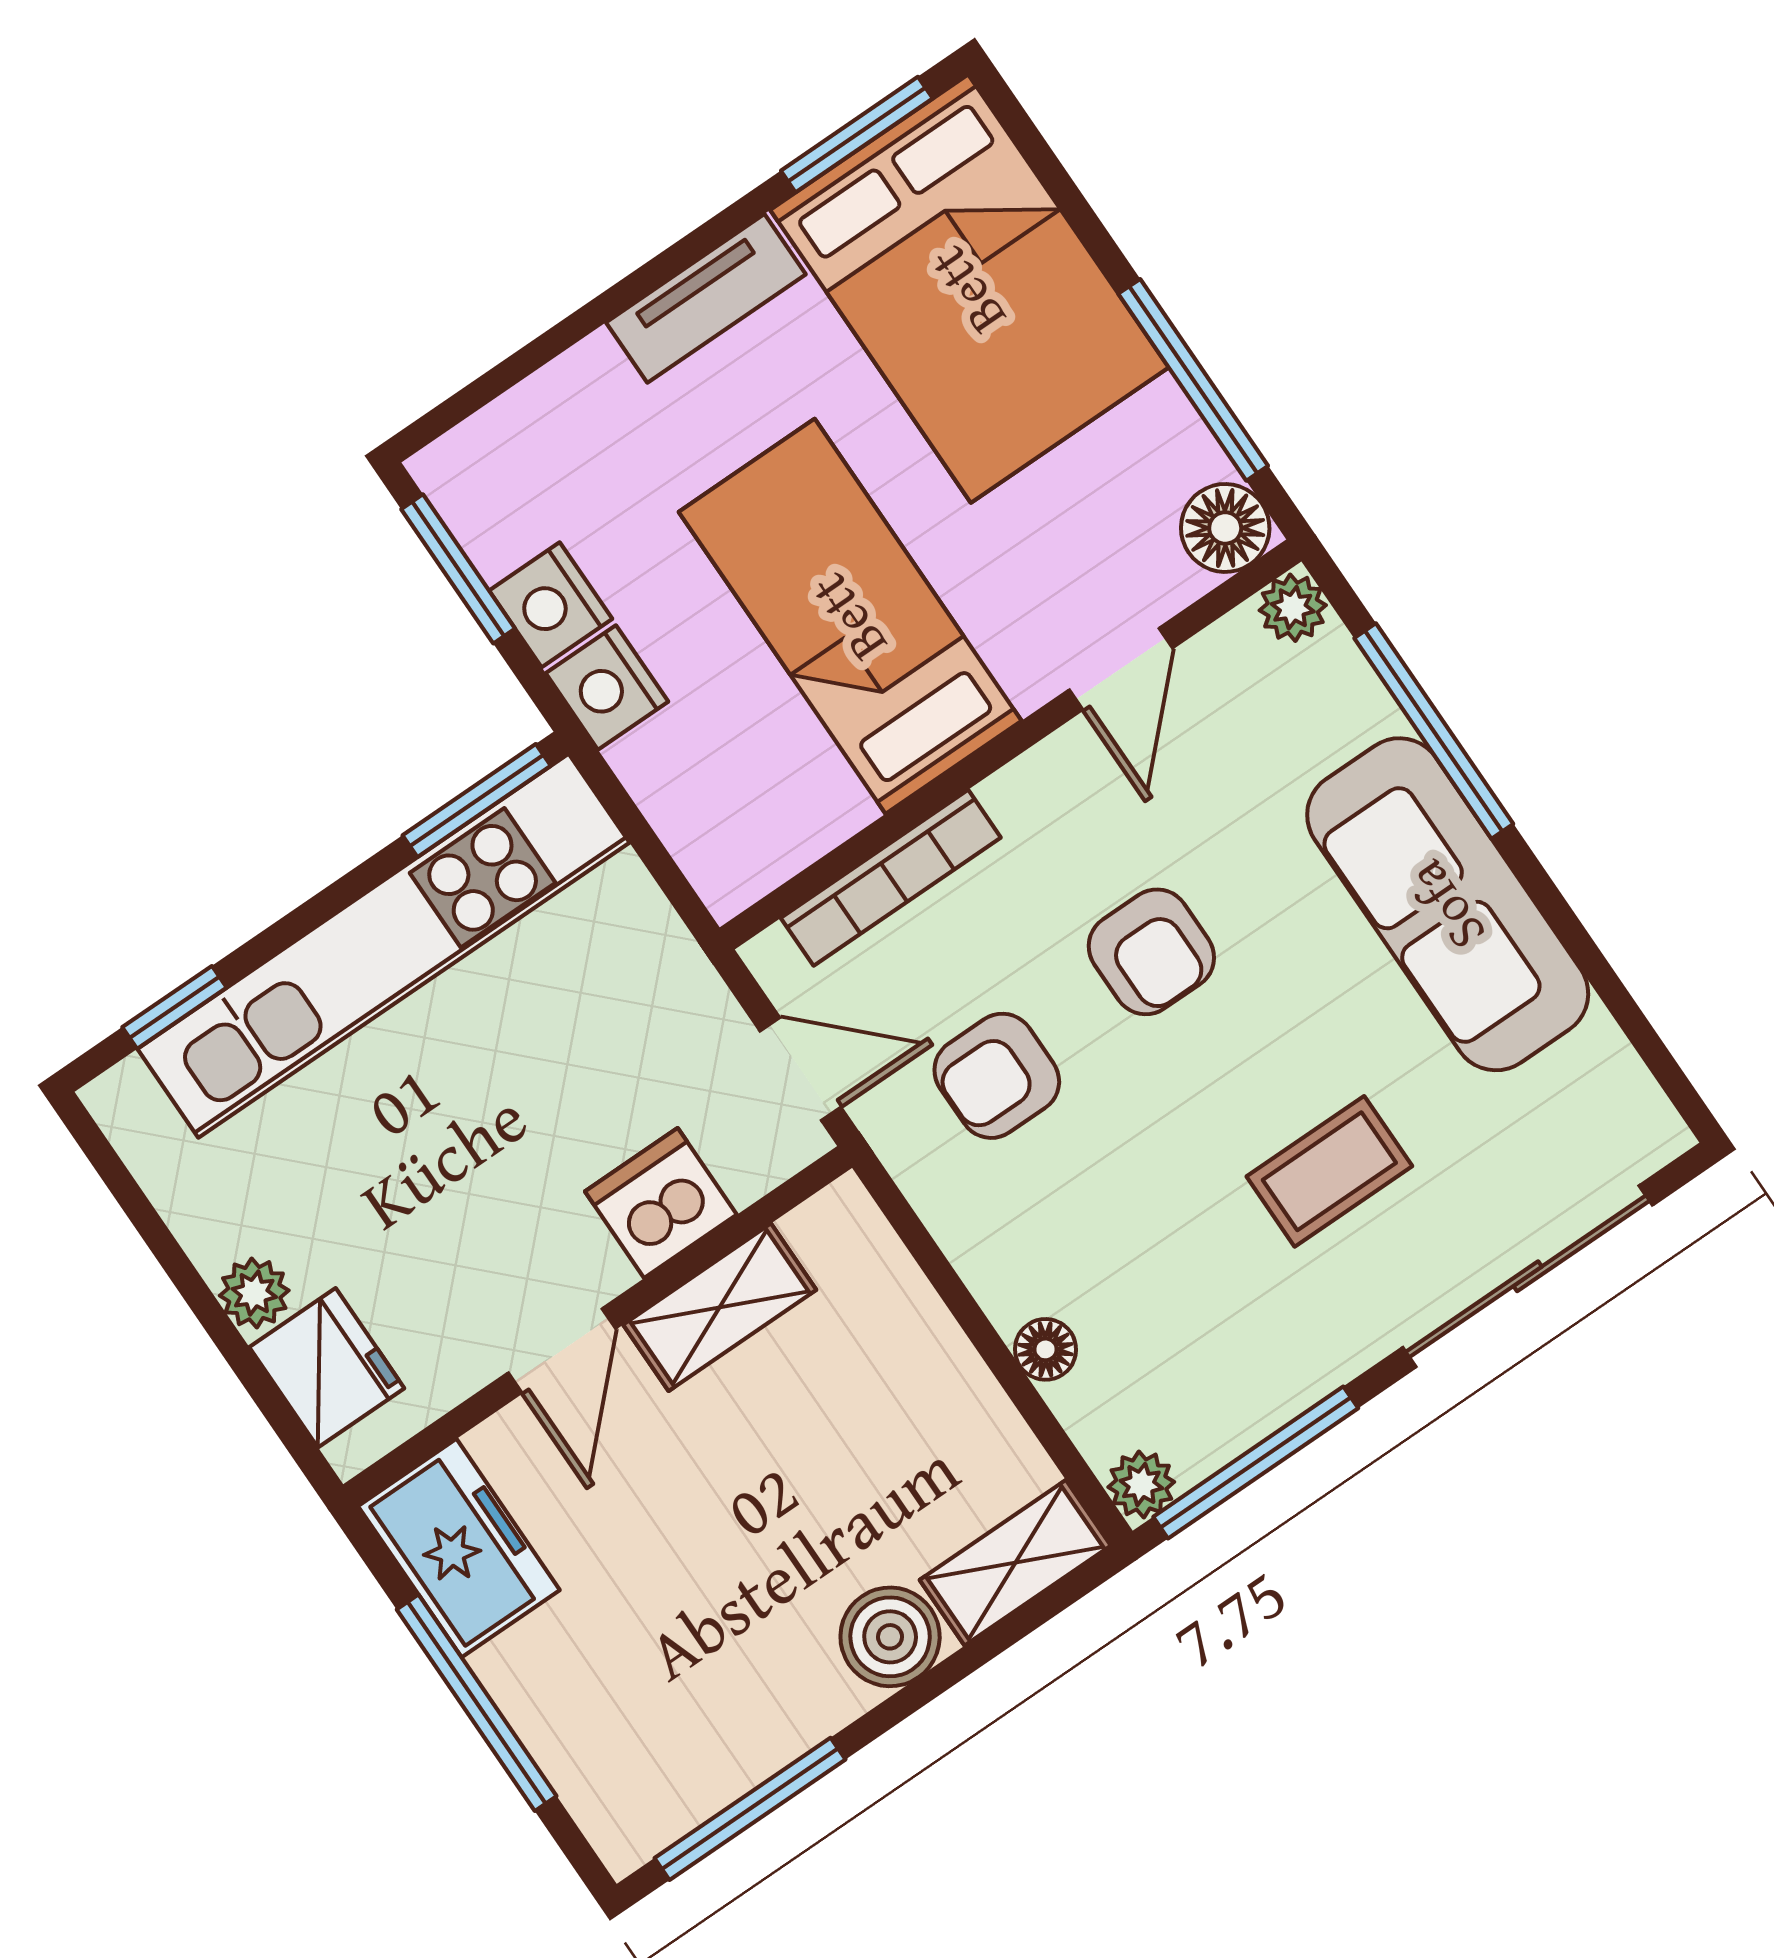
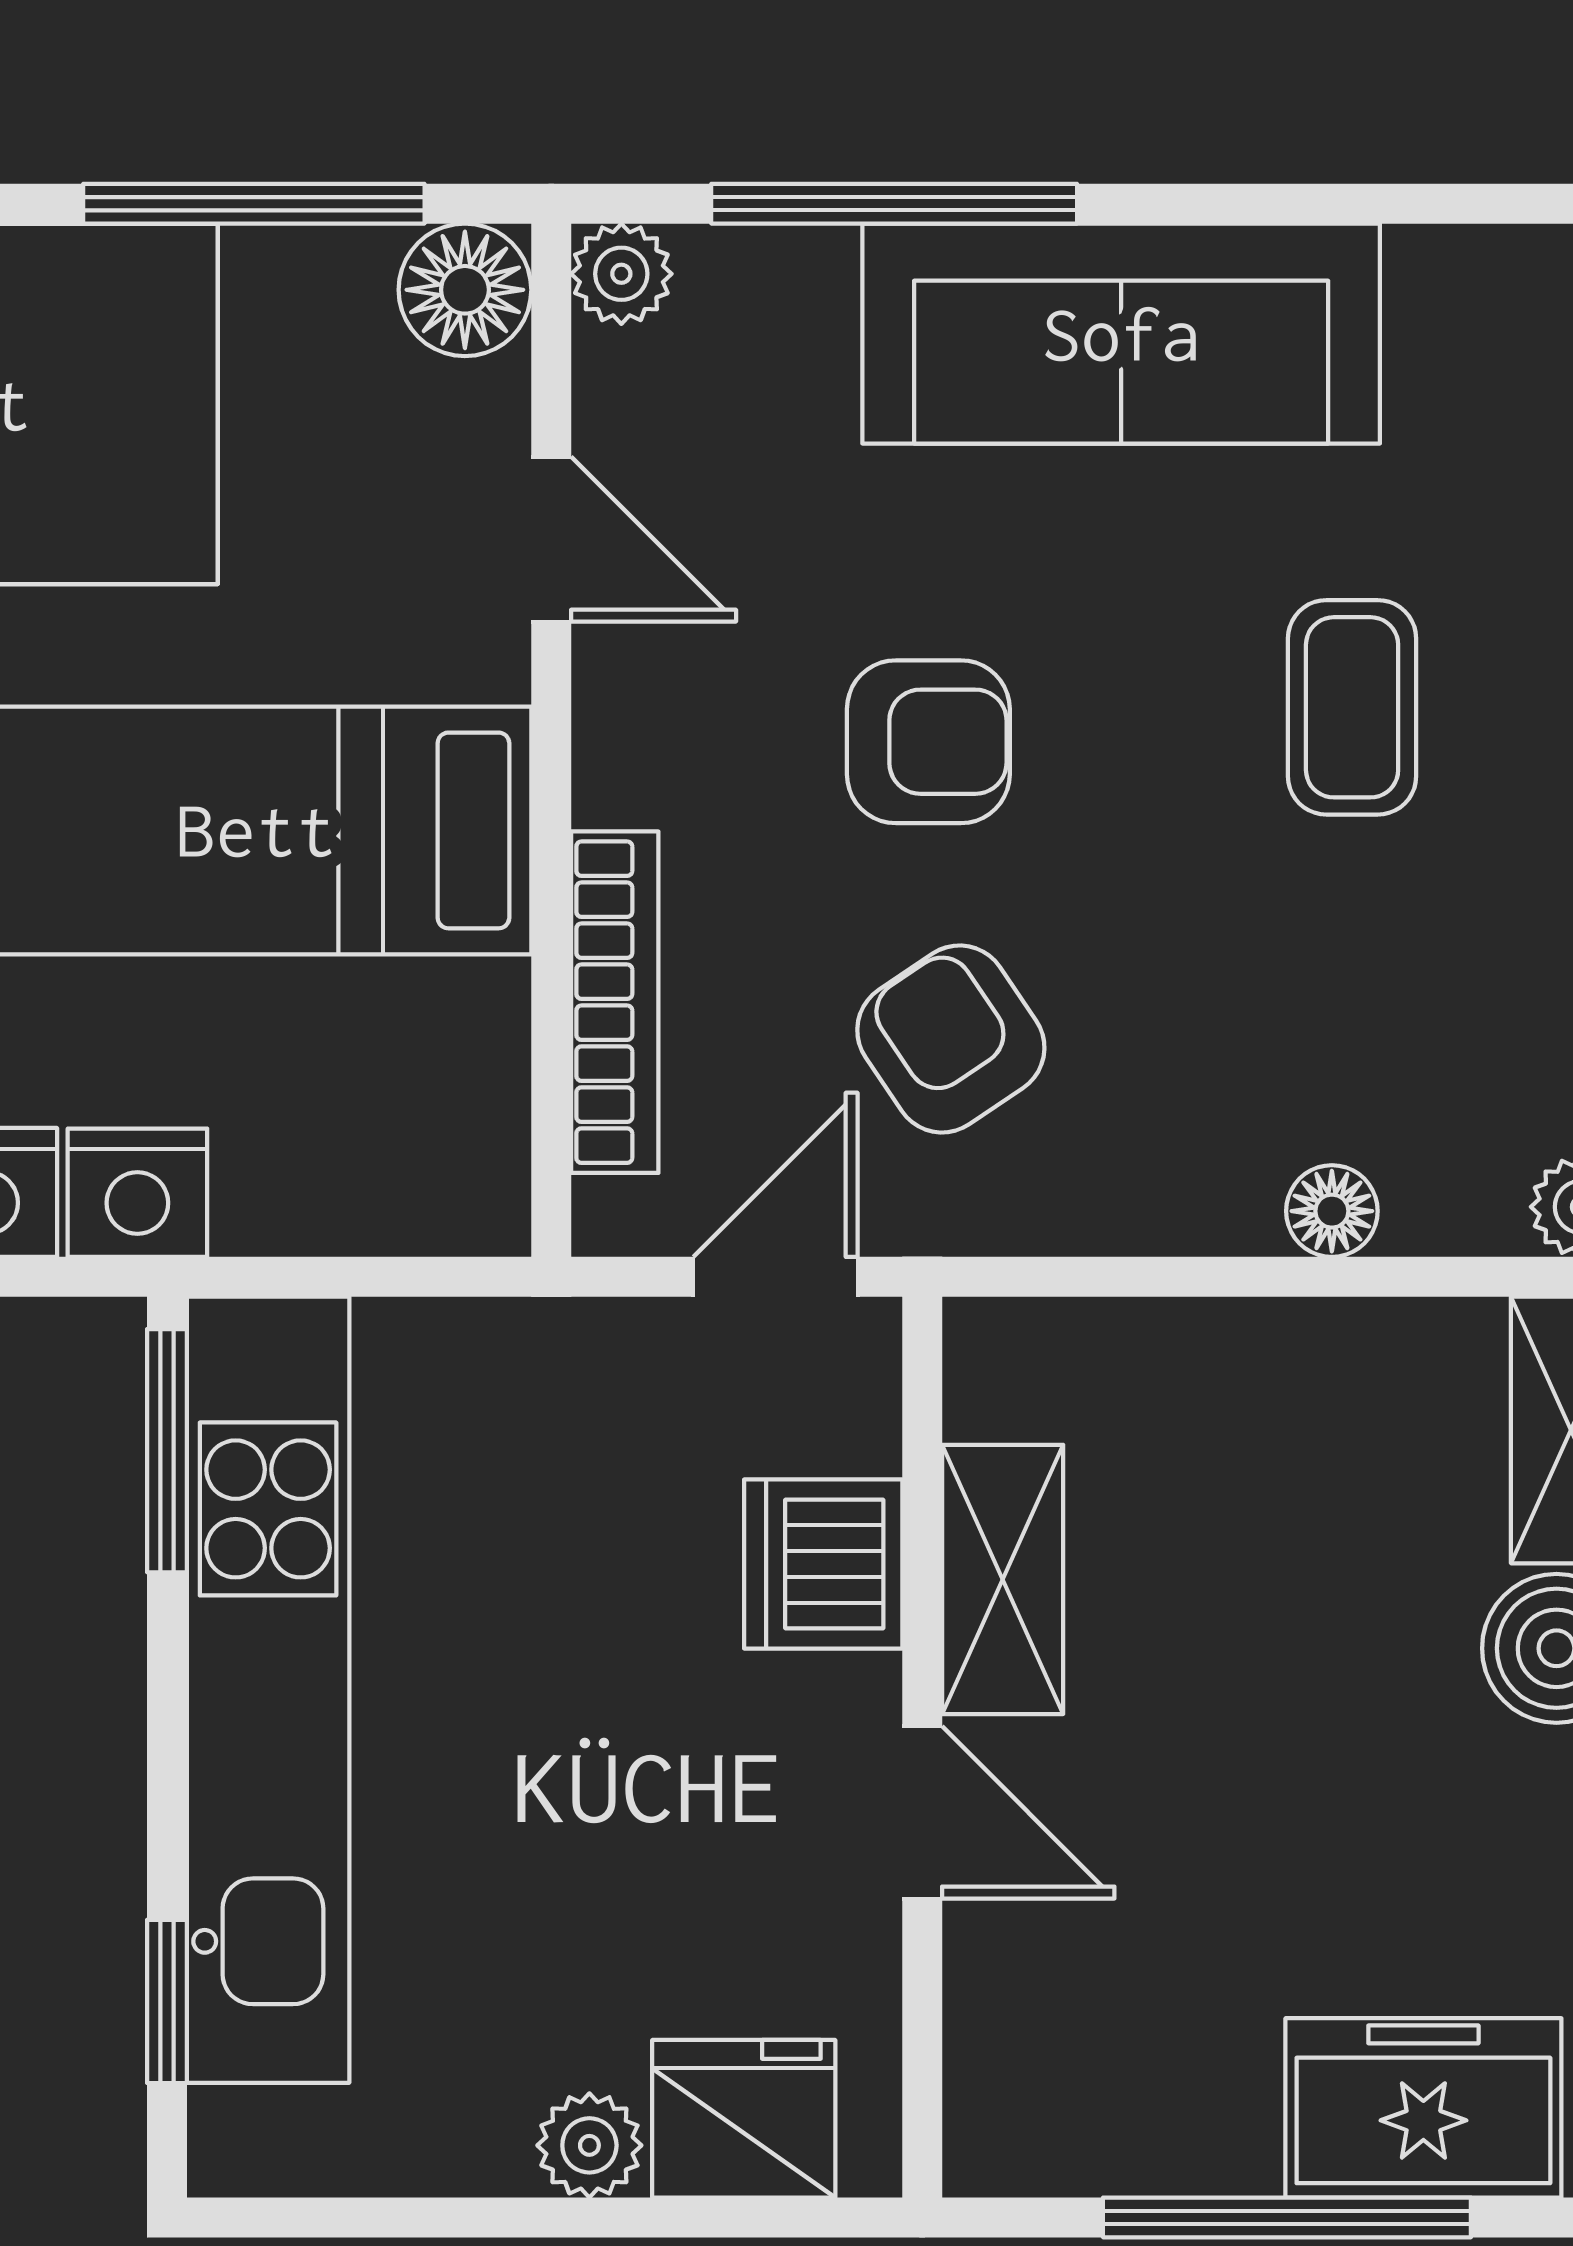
armchair: (997, 1076) -> (951, 1039), turned 146
freezer: (459, 1548) -> (1423, 2108), moved

